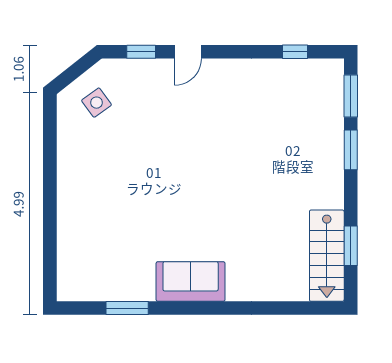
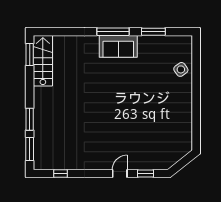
side table: (97, 103) -> (181, 69), moved
window: (351, 246) -> (30, 54), moved
window: (200, 308) -> (113, 32), added

